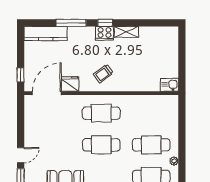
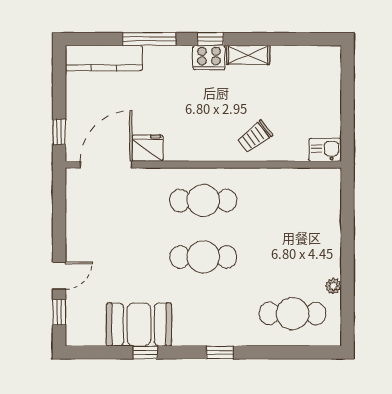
trolley: (103, 74) -> (255, 136), moved
cafe table: (151, 145) -> (293, 257), removed

